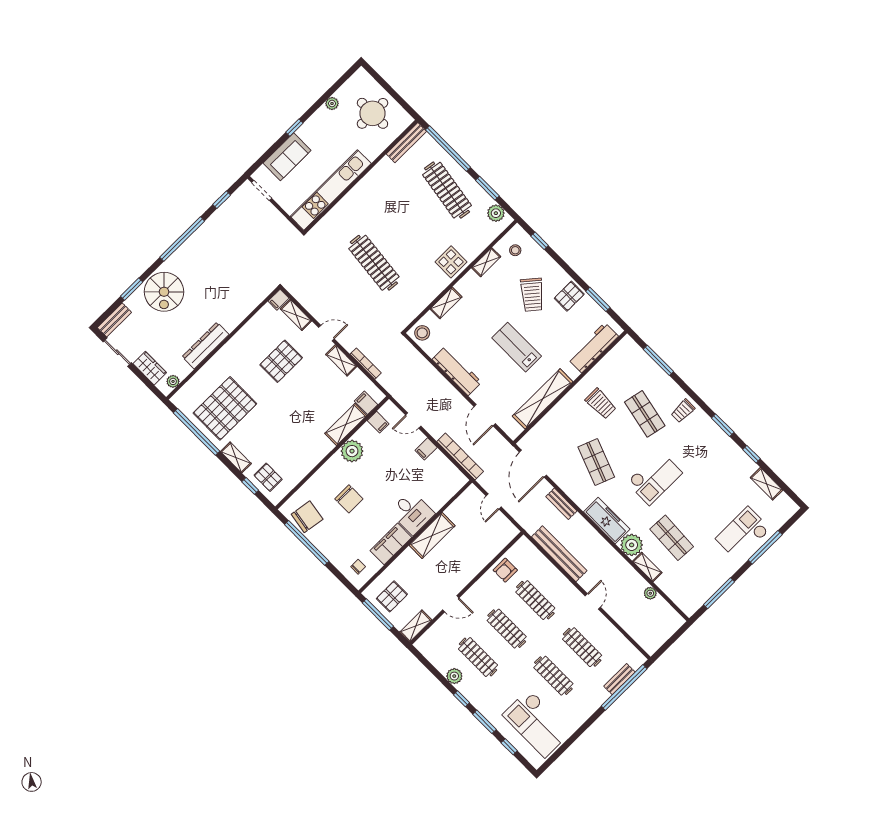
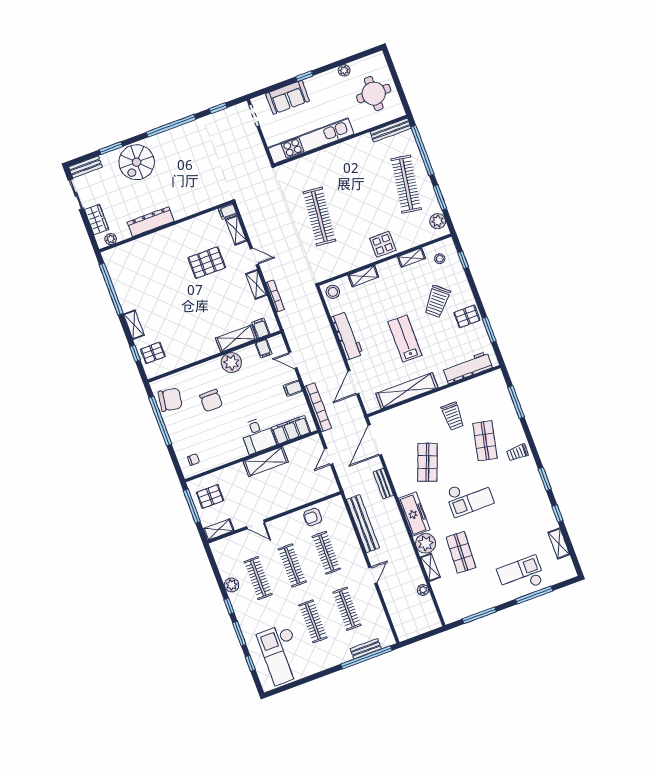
pallet: (225, 408) -> (143, 280), removed
pallet: (268, 477) -> (153, 353), turned 90
filing cabinet: (391, 544) -> (291, 430), moved

